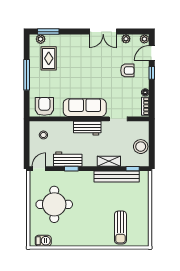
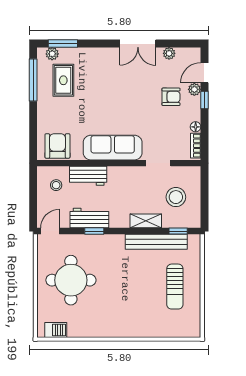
plant: (144, 39) -> (194, 89), moved
window: (27, 75) -> (33, 80), moved
workbench: (87, 128) -> (88, 176), moved
stool: (141, 147) -> (176, 197), moved
sun lounger: (120, 227) -> (175, 287), moved

